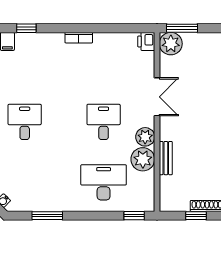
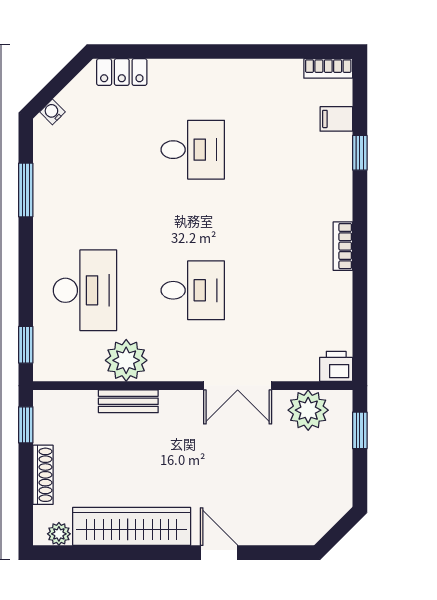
window: (182, 28) -> (360, 430), width x0.67
plant: (171, 44) -> (308, 410), moved
plant: (145, 137) -> (166, 365), removed
window: (196, 216) -> (26, 425), moved

